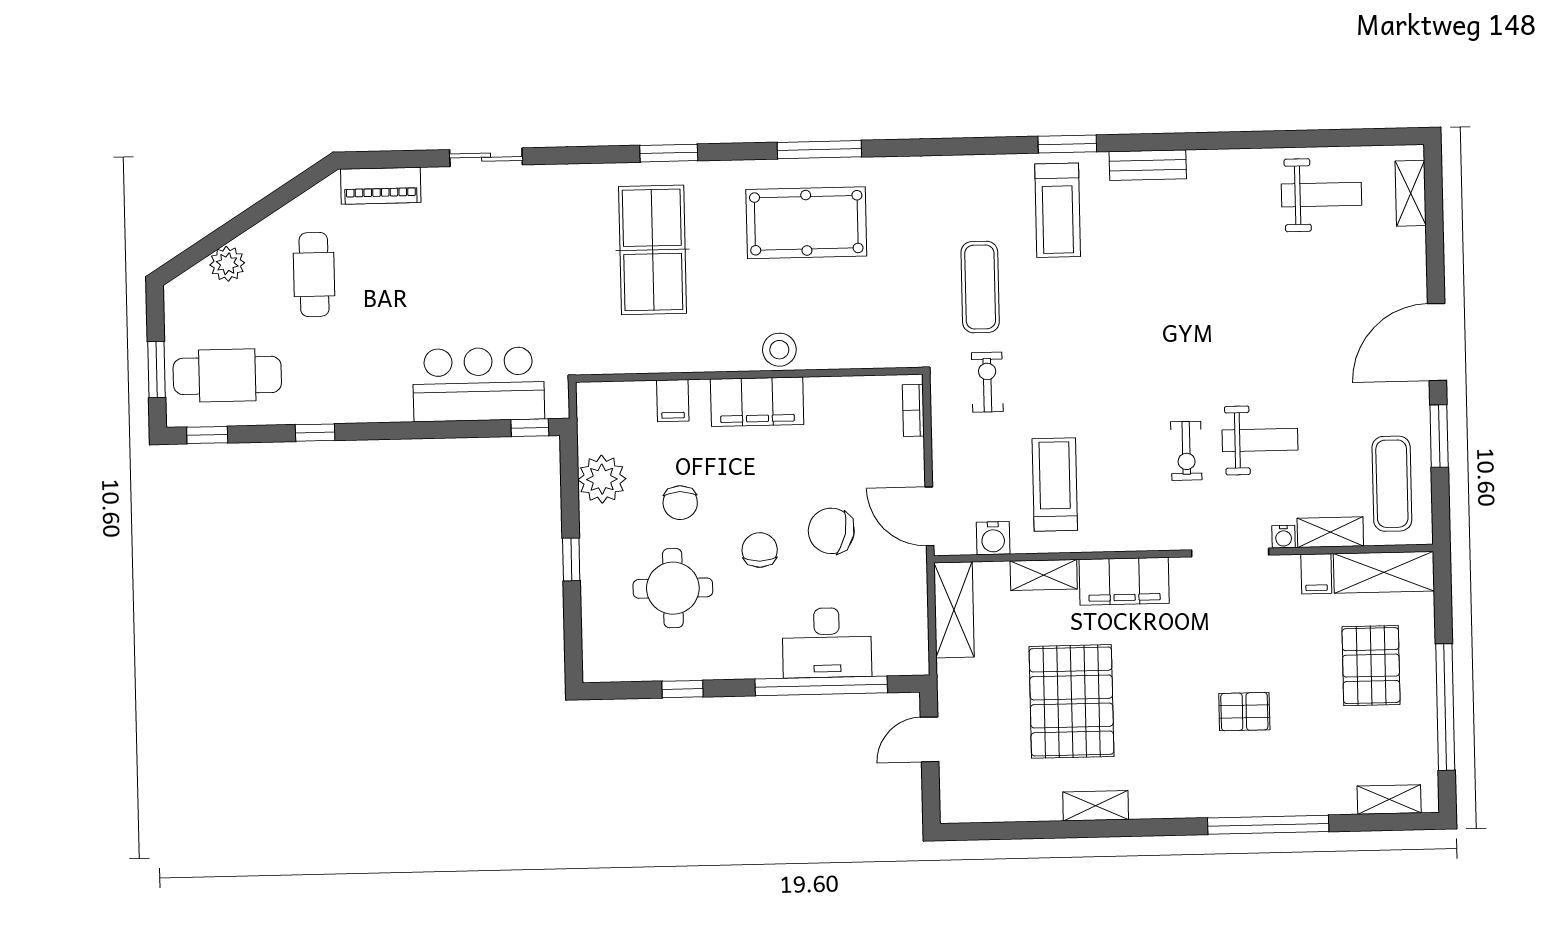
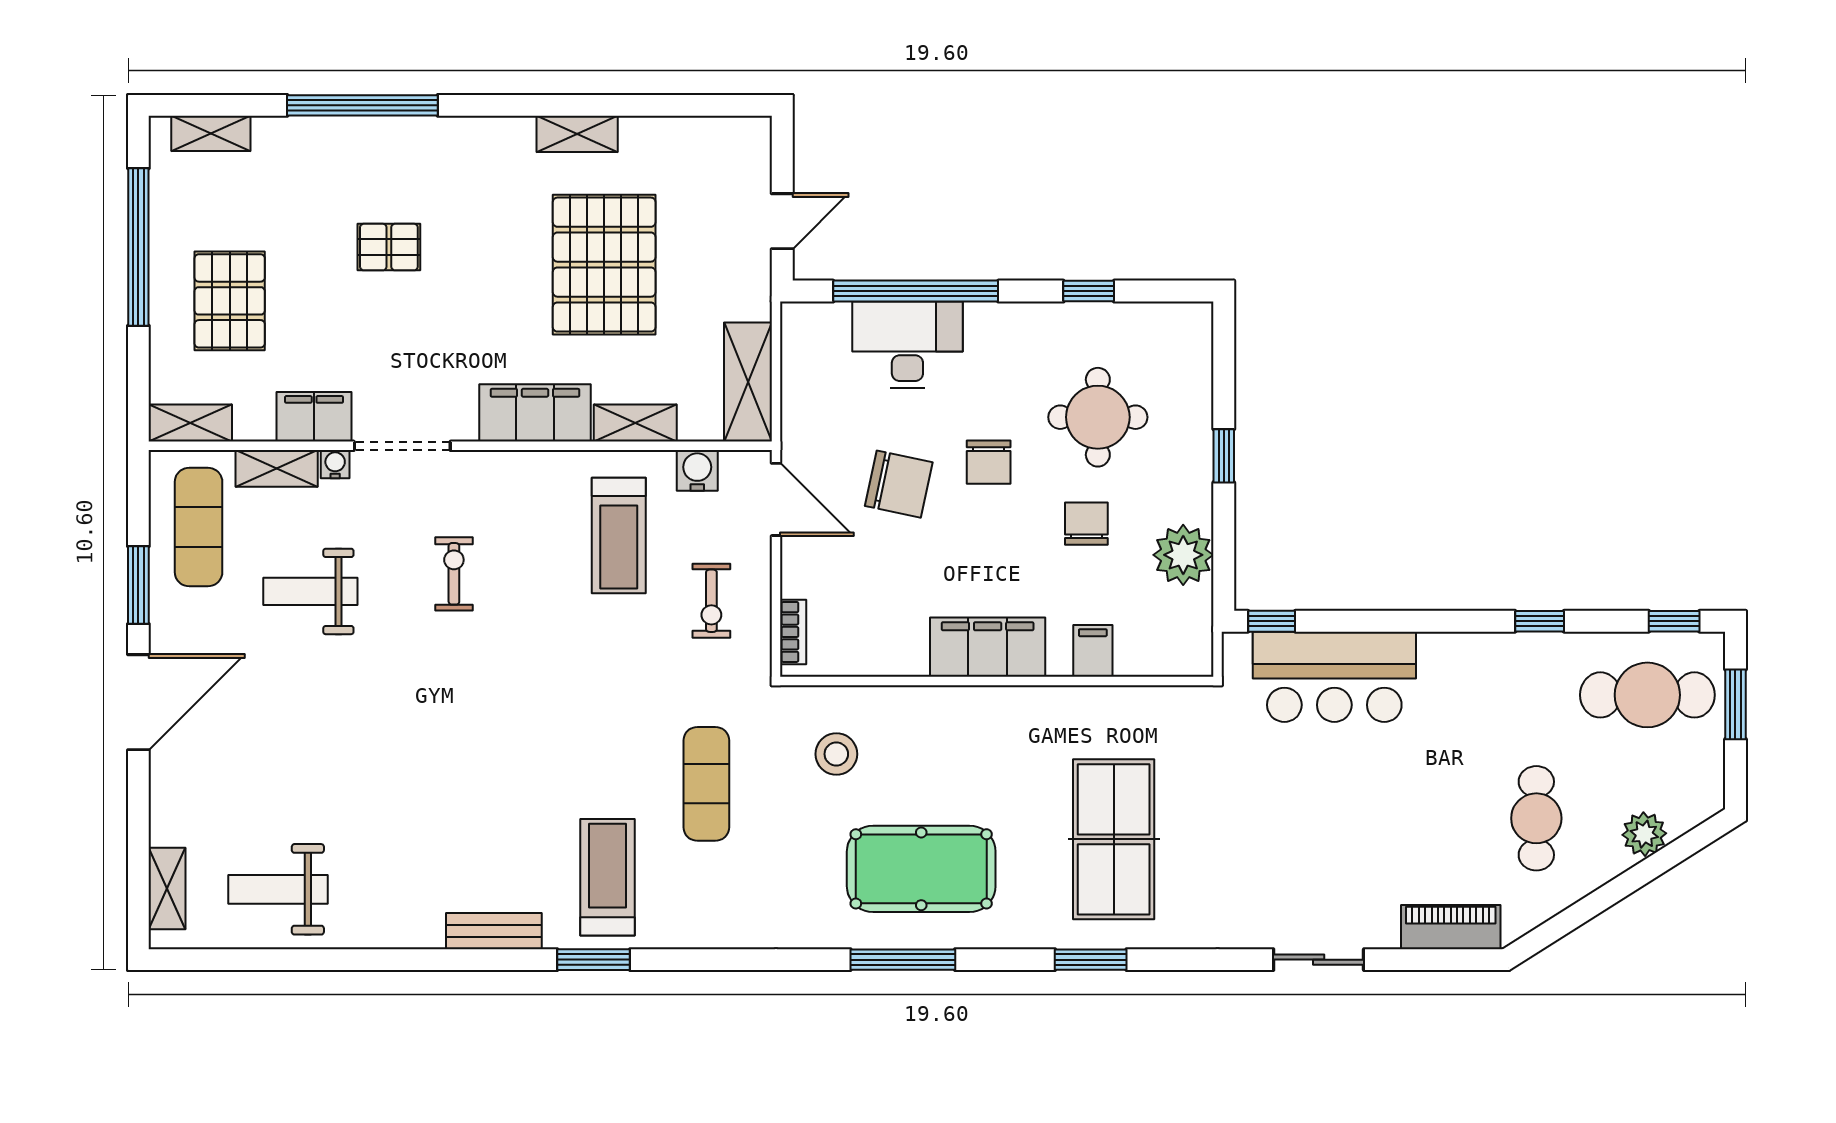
stool: (779, 350) -> (836, 754), moved
exercise bike: (987, 382) -> (711, 601), moved
weight bench: (1260, 440) -> (310, 591), moved
shelving: (1384, 572) -> (190, 423), width x0.67, depth x0.75
filing cabinet: (1316, 574) -> (314, 417), width x2.00

